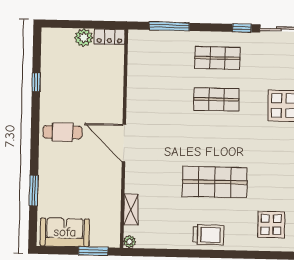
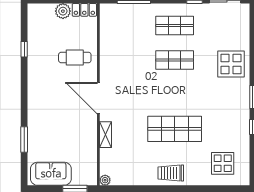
cafe table: (63, 132) -> (75, 57), moved
shelving: (131, 209) -> (106, 135), moved
trolley: (208, 235) -> (171, 173), turned 180

